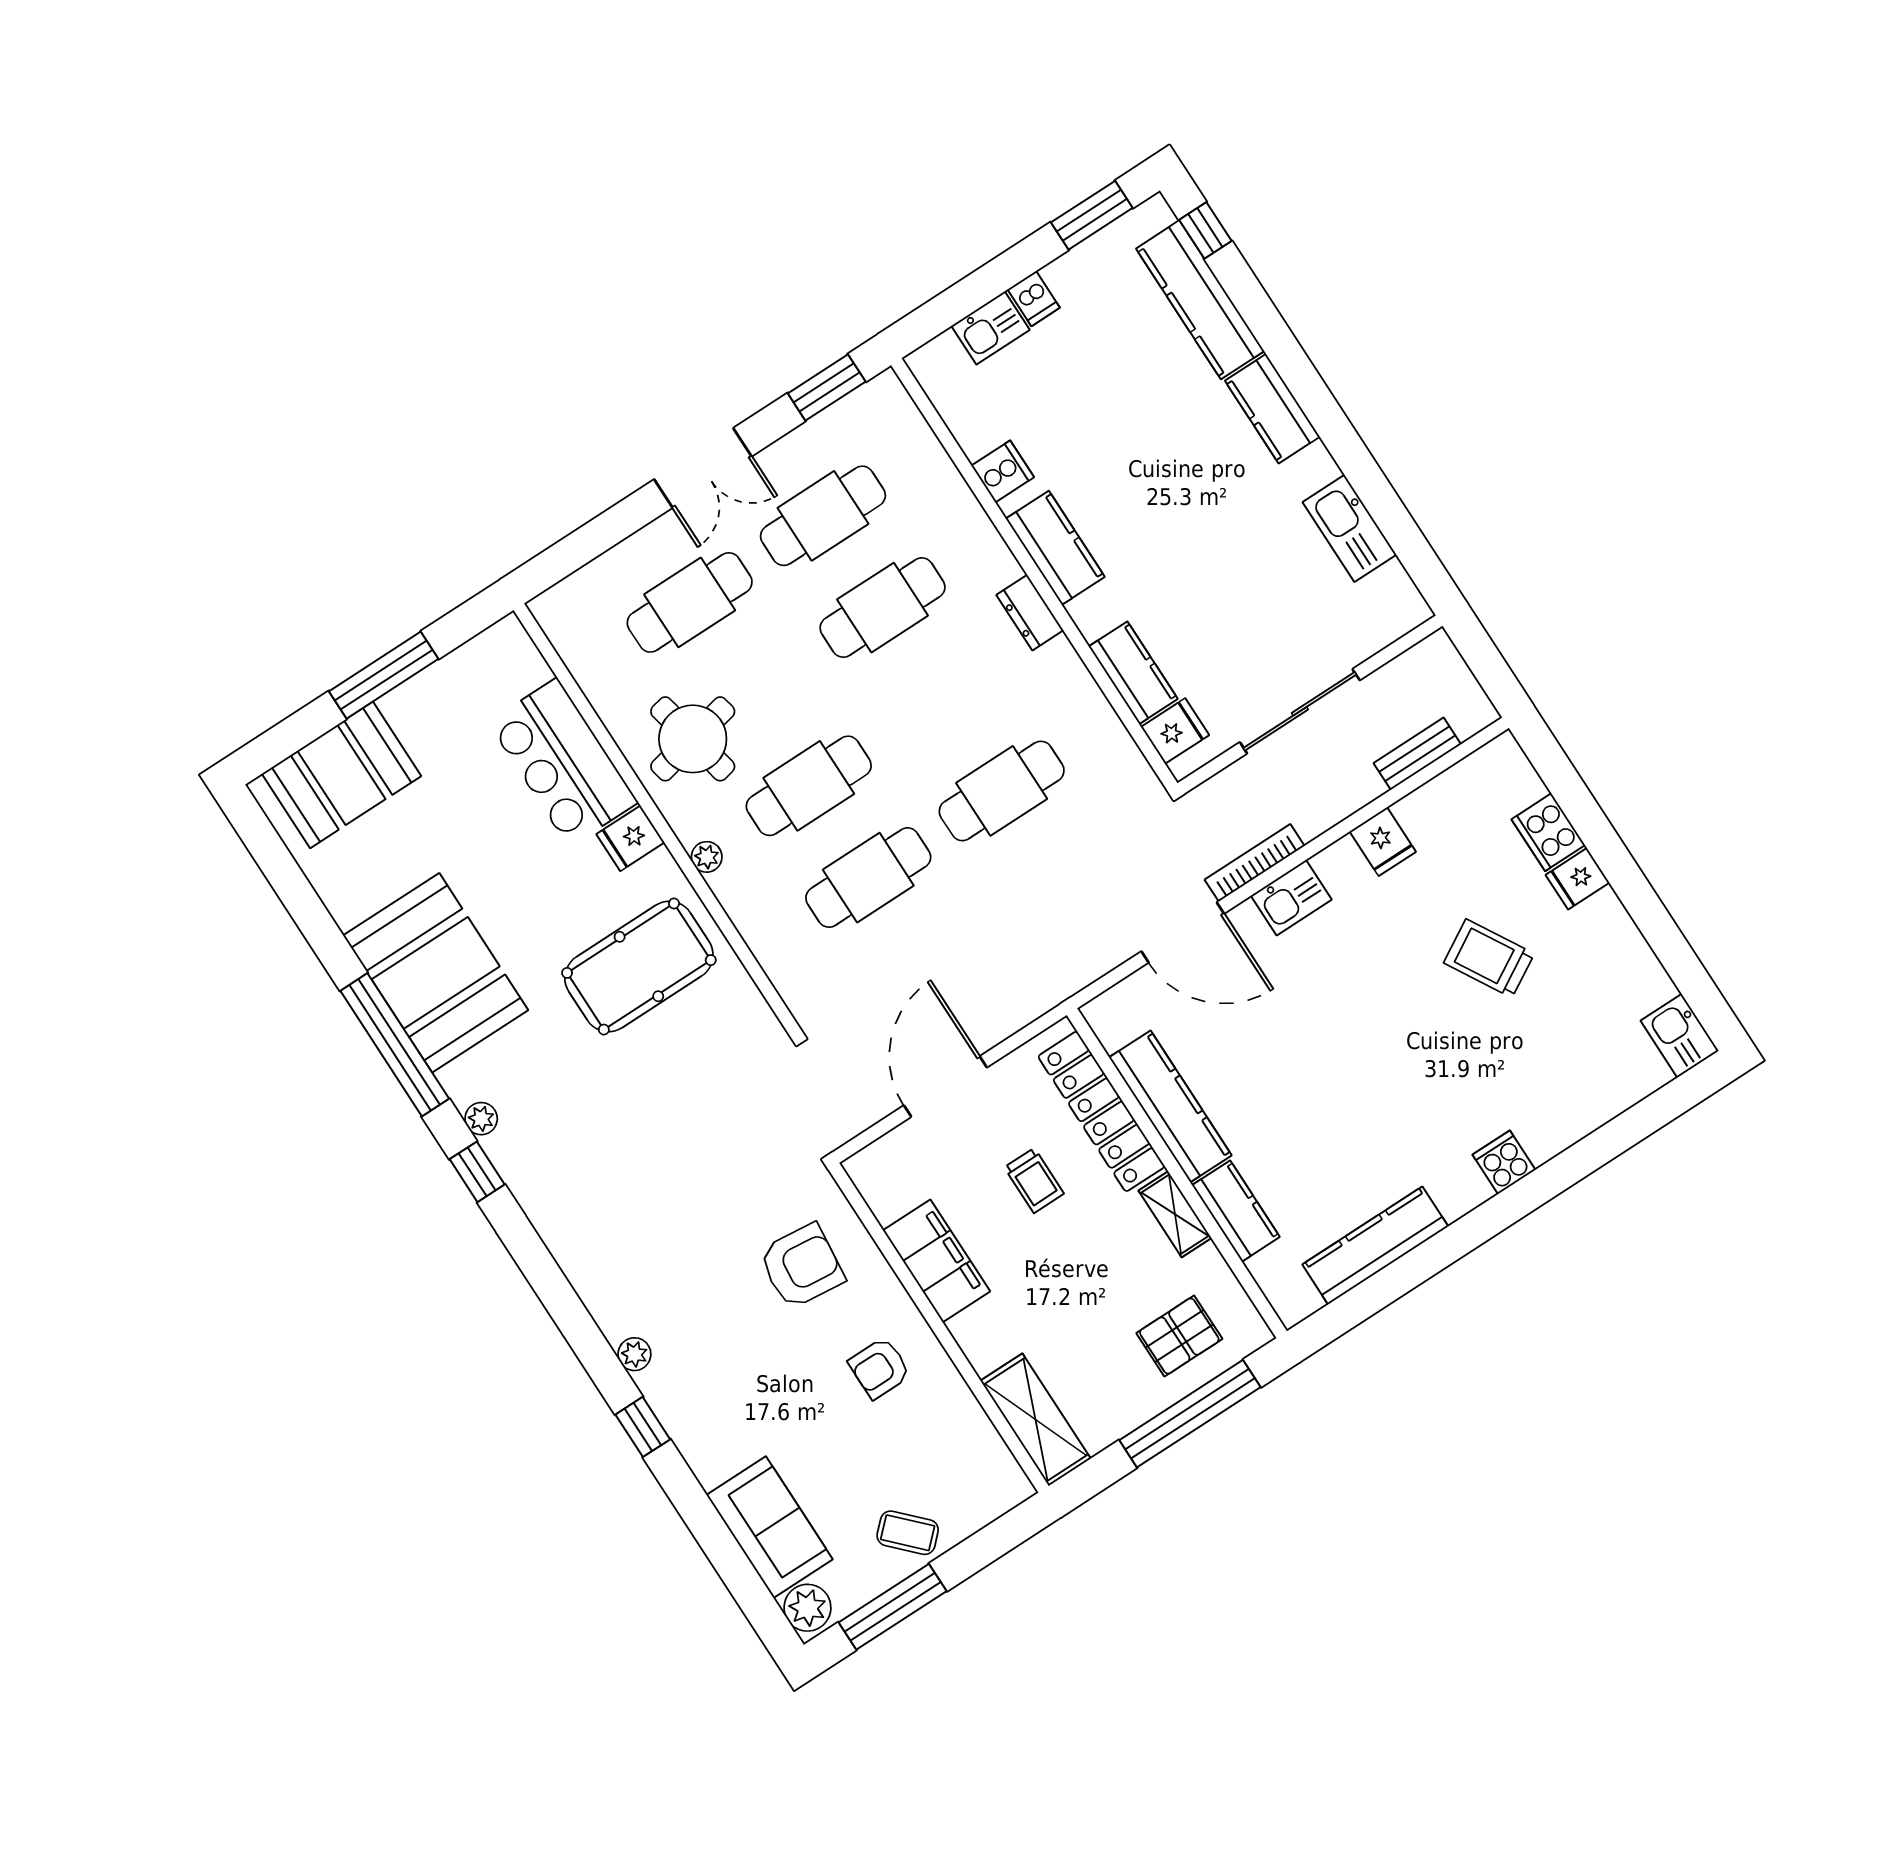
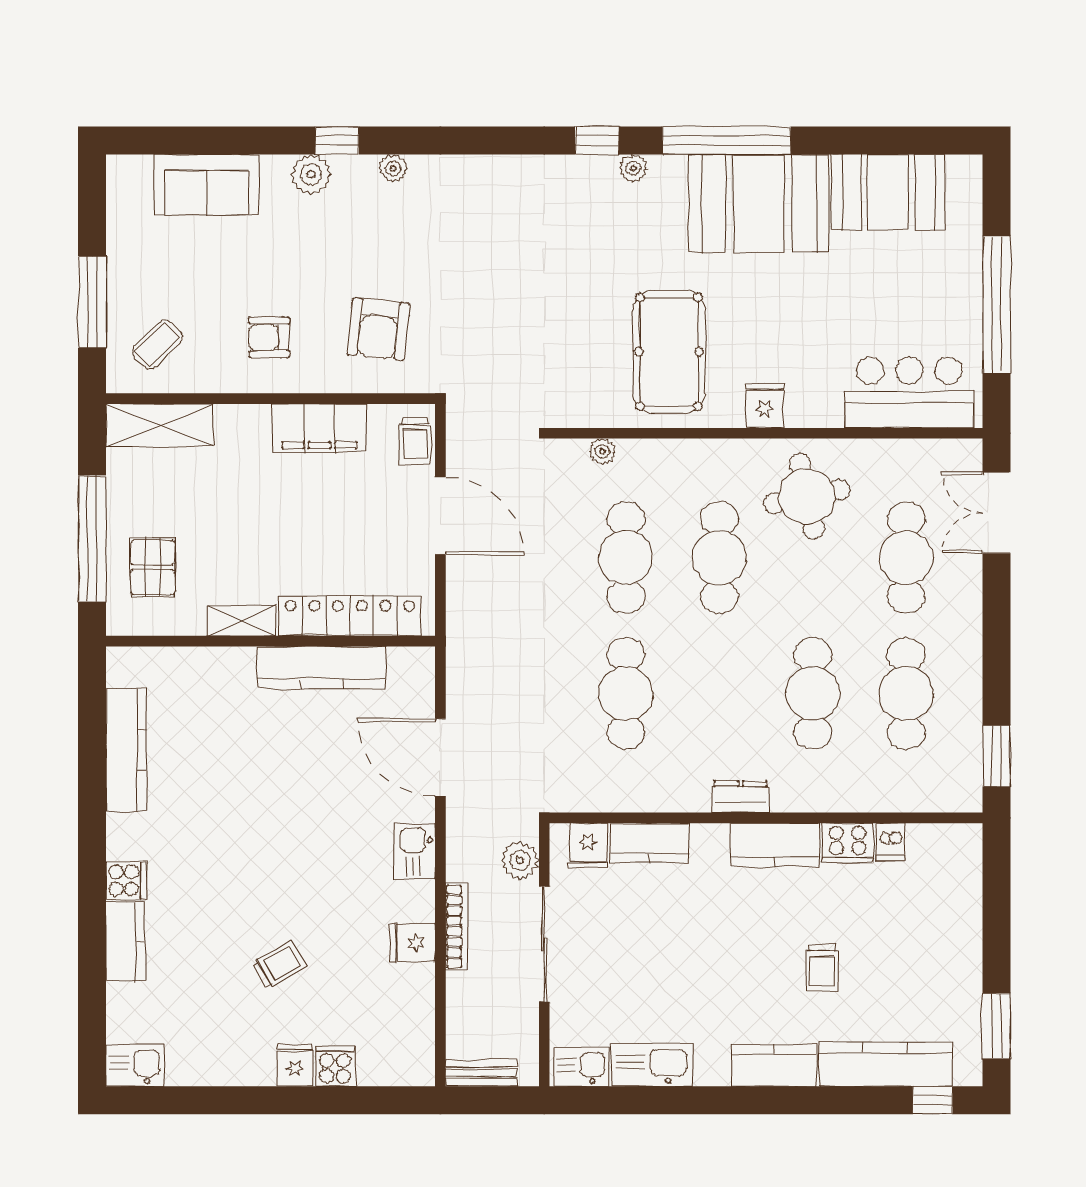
dishwasher: (1034, 299) -> (891, 842), moved, turned -90
kitchen sink: (990, 328) -> (581, 1067), moved, turned 90
trolley: (1146, 424) -> (822, 968), added
double door: (703, 468) -> (996, 513), moved
cooker: (1003, 471) -> (848, 843), width x1.36
window: (384, 675) -> (996, 305), width x1.46
bench: (1417, 754) -> (481, 1073), moved, turned 90
bar counter: (563, 762) -> (909, 392), moved
booth: (341, 775) -> (888, 192), moved, turned 90
plant: (1233, 788) -> (520, 860), added
cooker: (1548, 832) -> (335, 1066), width x0.73
plant: (707, 857) -> (602, 451), moved
bookcase: (1255, 863) -> (457, 926), moved
door: (1183, 932) -> (440, 757), hinge flipped
trolley: (1489, 958) -> (279, 965), width x0.73, depth x0.72
trolley: (1034, 1181) -> (415, 441), moved, turned -90
kitchen counter: (1236, 1211) -> (125, 941), moved, turned -90
armchair: (880, 1368) -> (269, 337), turned -90
coffee table: (908, 1533) -> (157, 345), moved
window: (893, 1607) -> (92, 302), moved
plant: (807, 1608) -> (311, 174), moved

